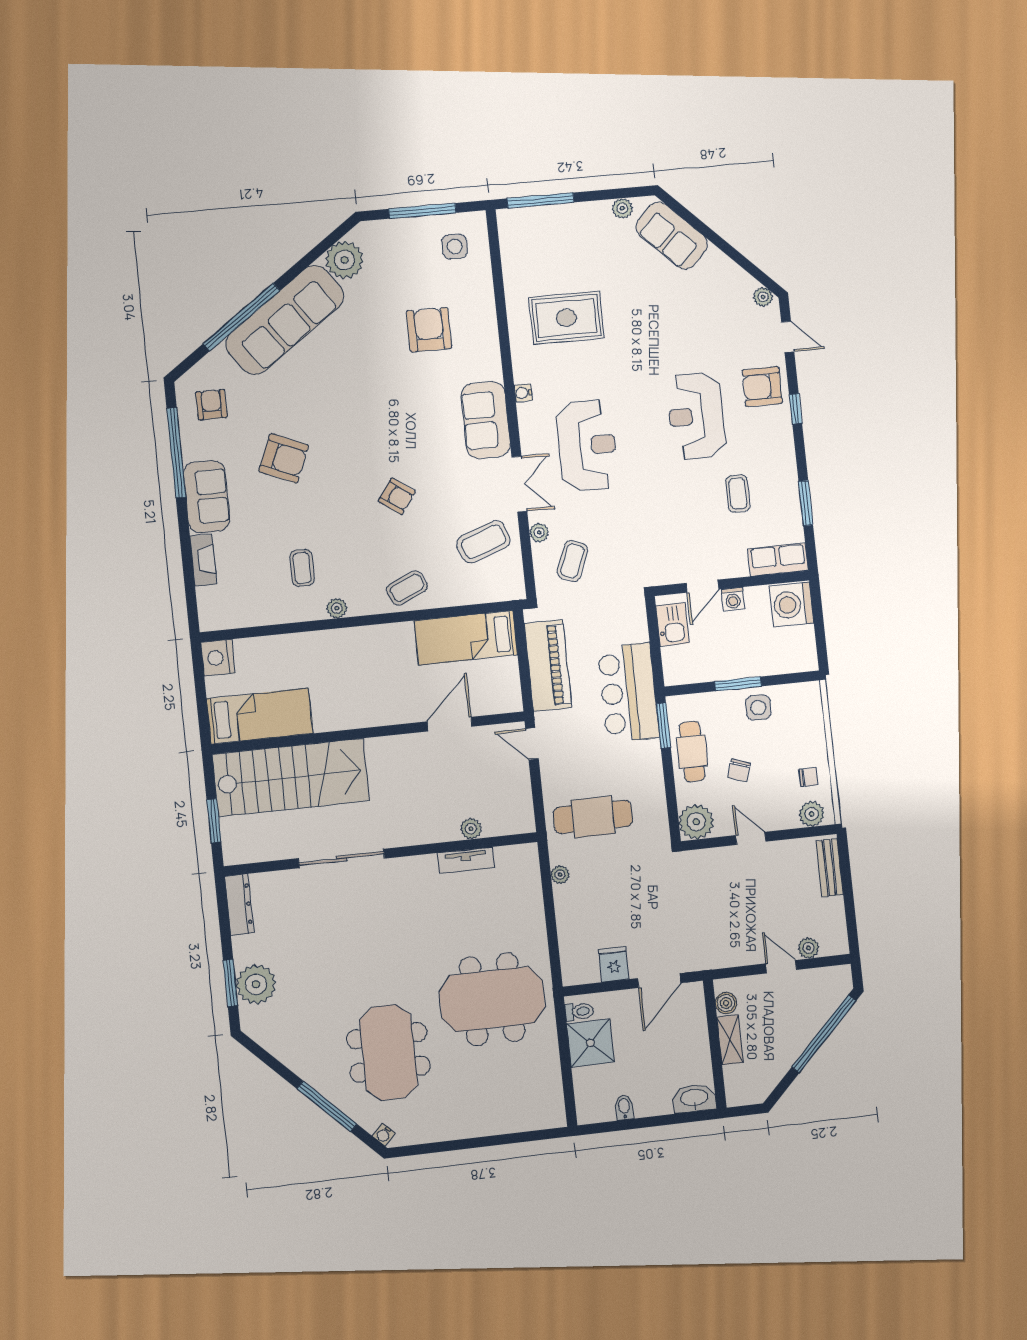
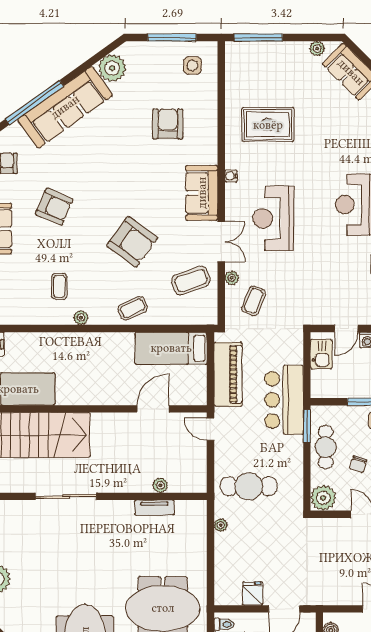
reception desk: (587, 446) -> (273, 218), turned 180
armchair: (397, 496) -> (132, 242), width x1.88, depth x1.88

